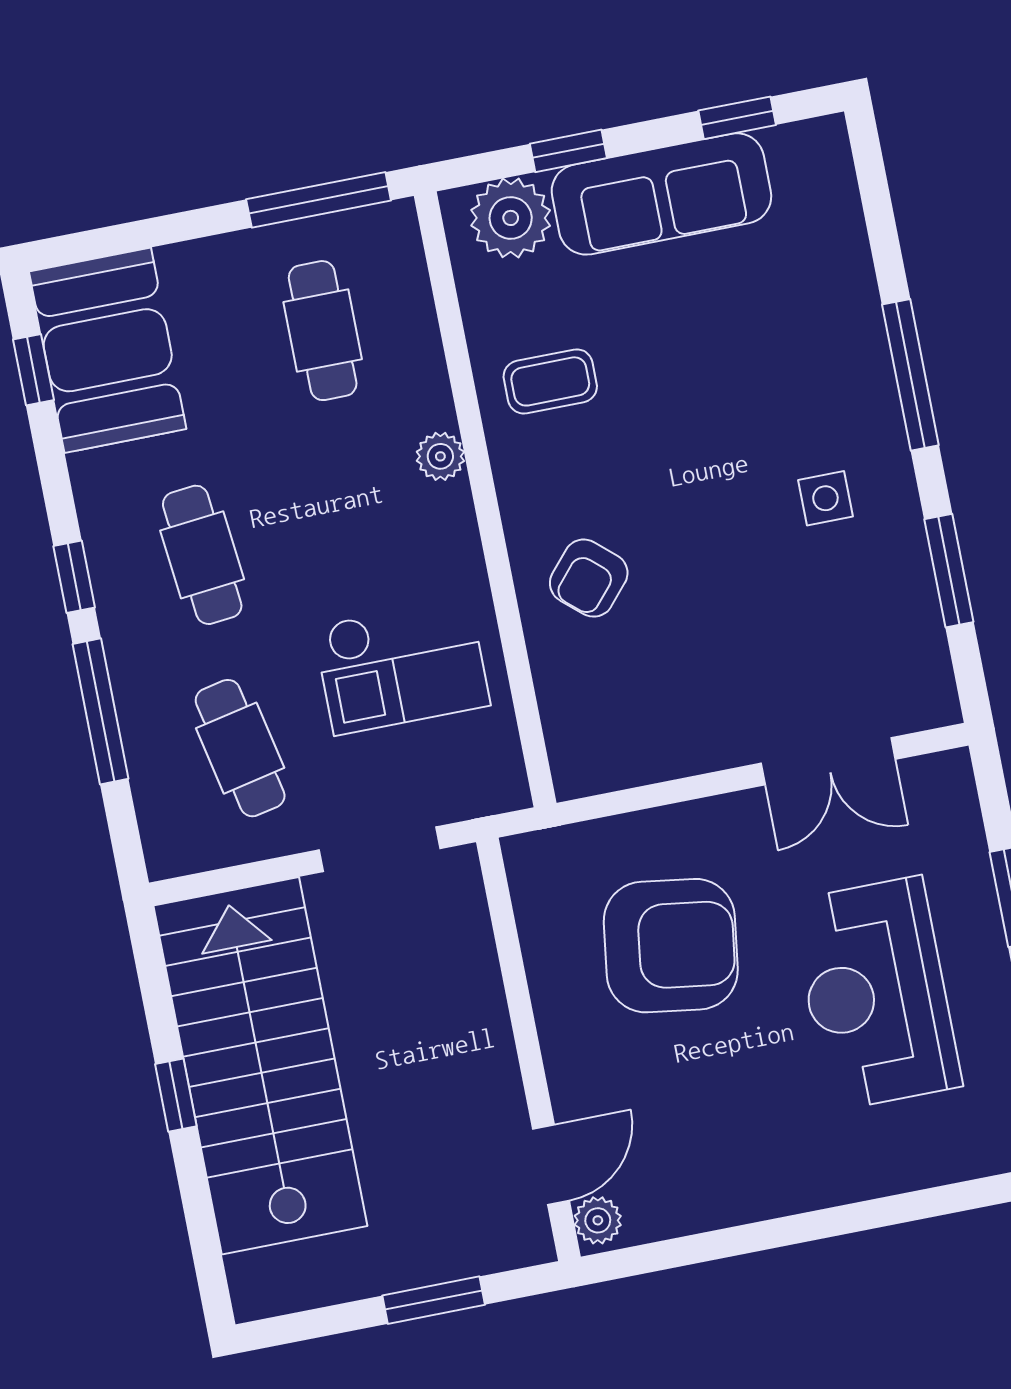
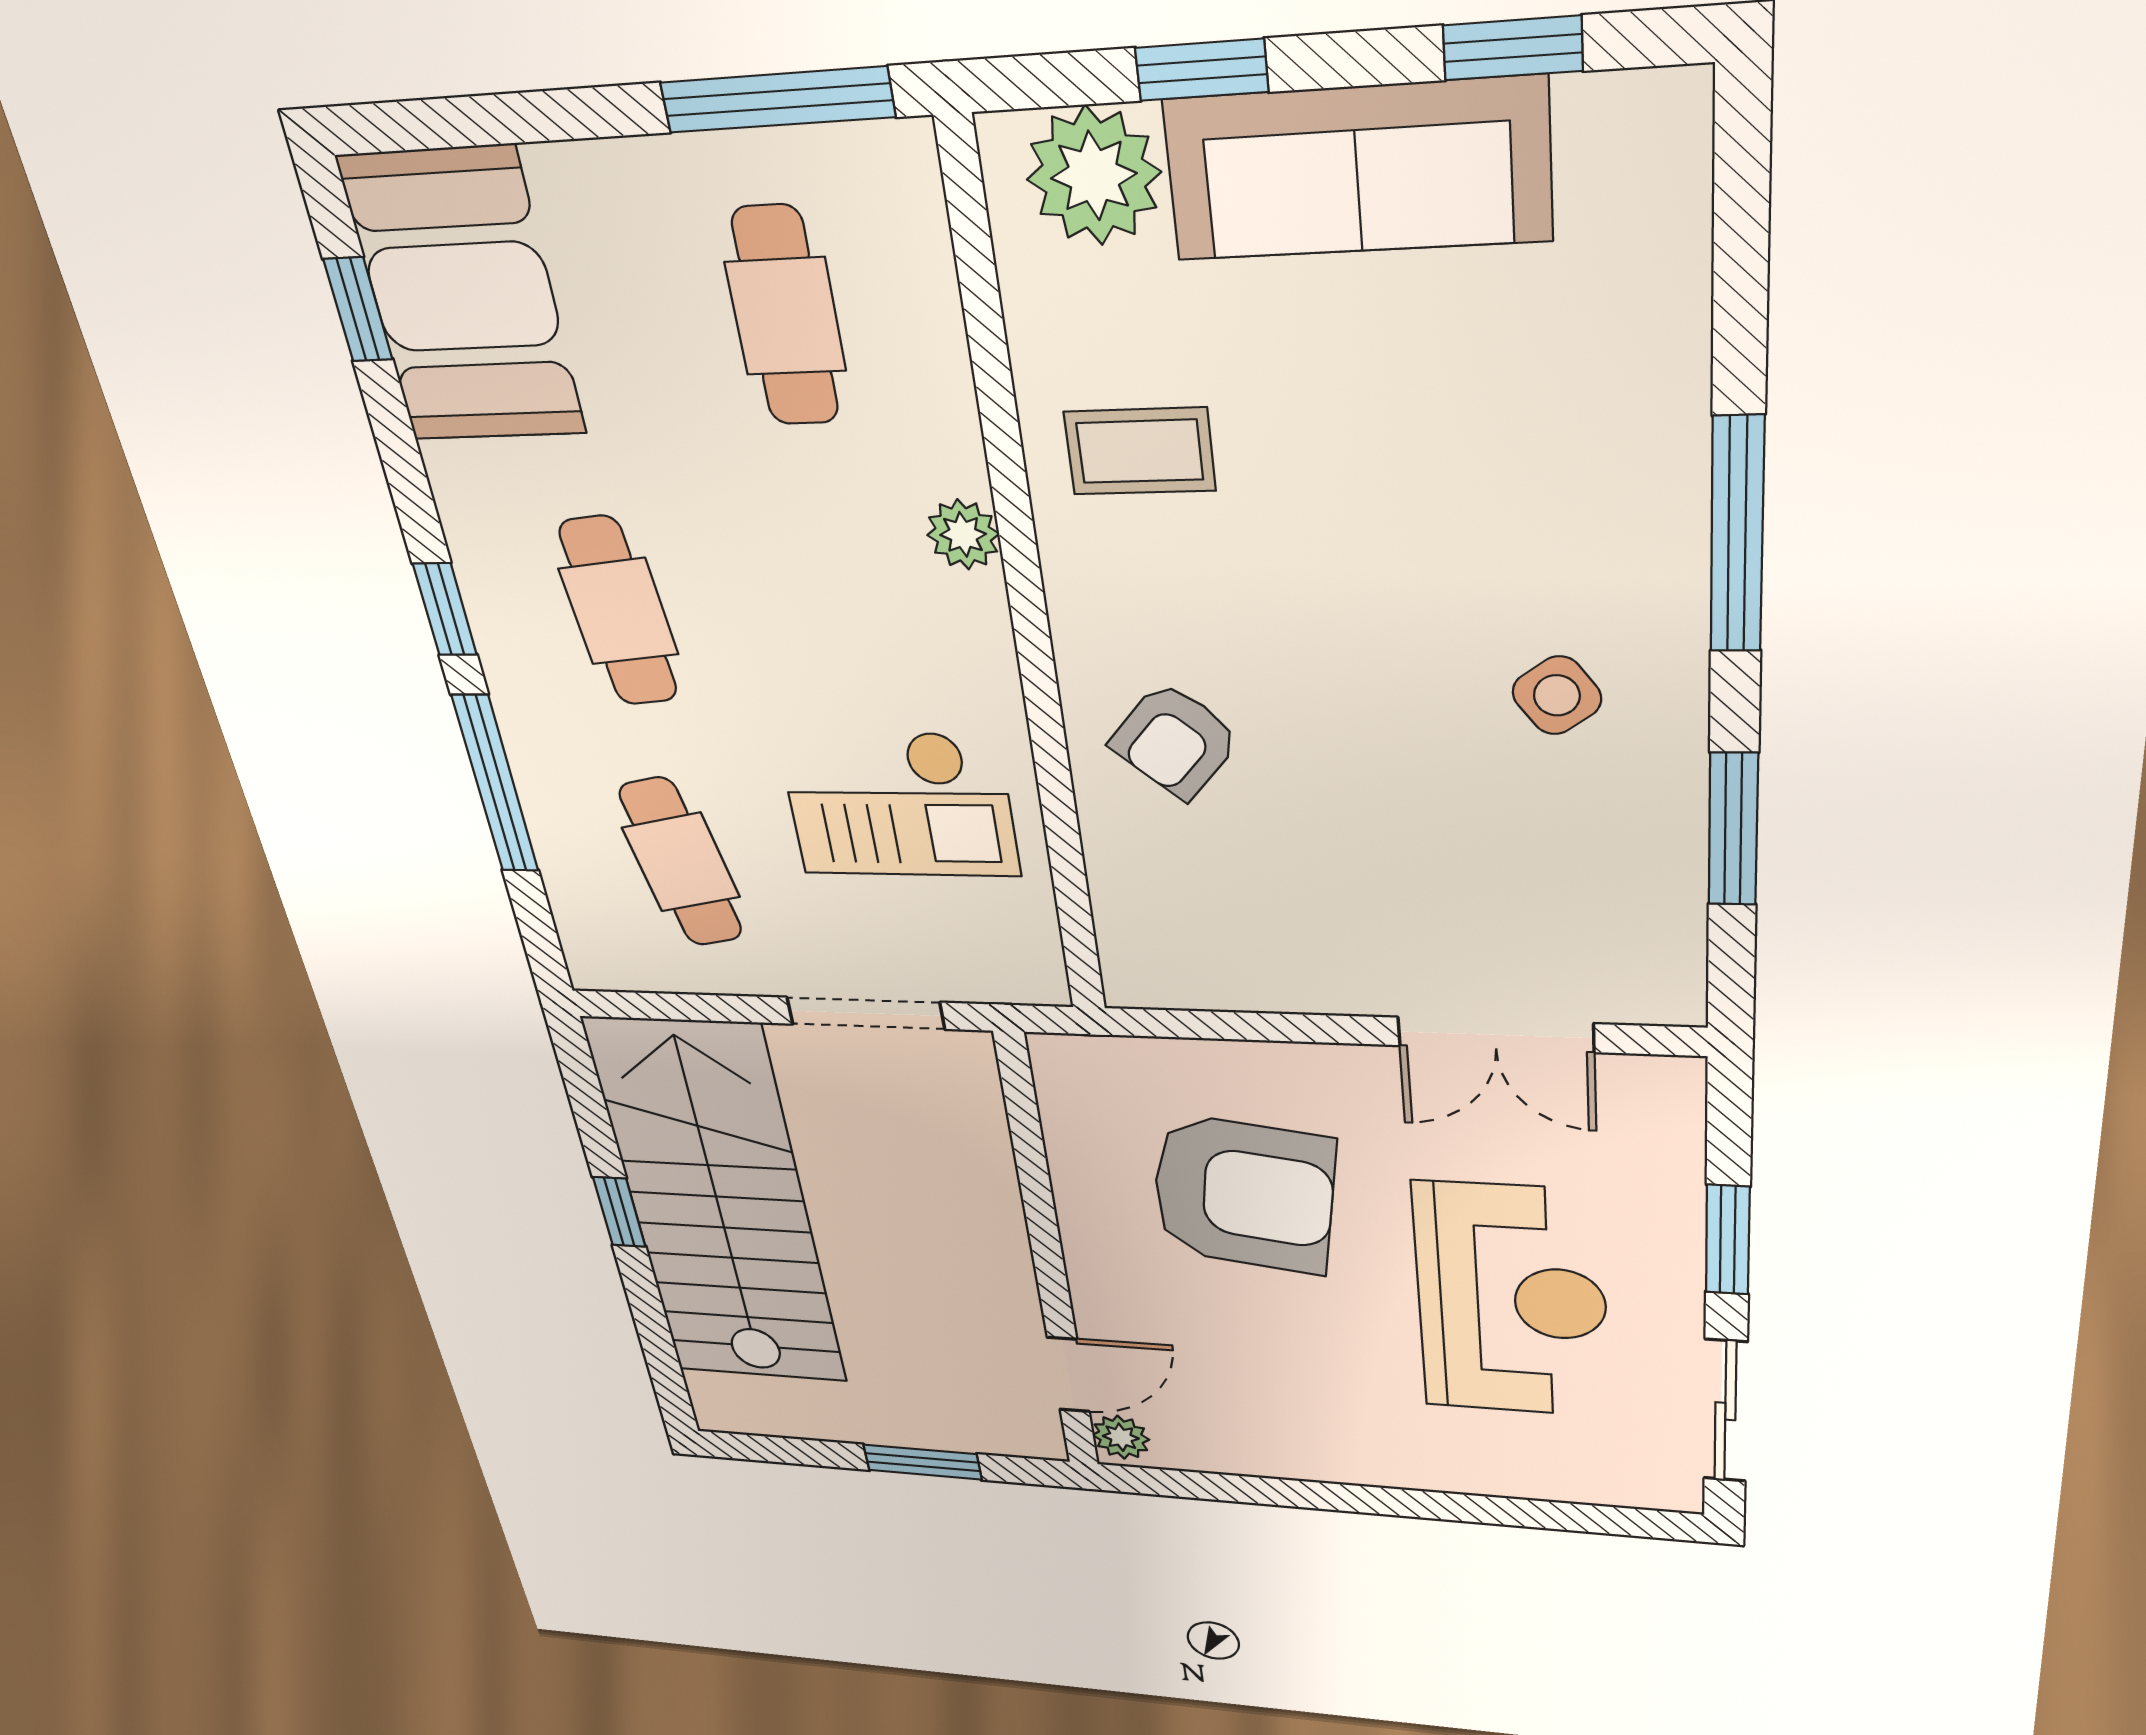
side table: (825, 498) -> (1557, 695), turned -36
reception desk: (876, 994) -> (1511, 1301), turned 180

